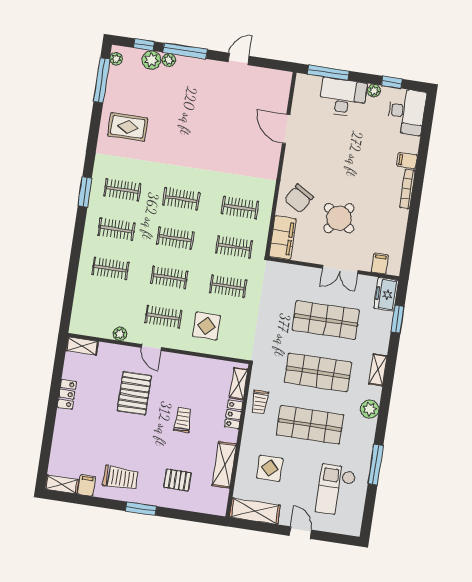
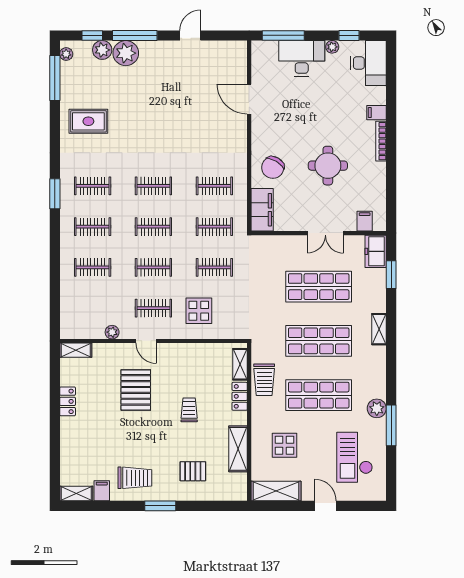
plant: (169, 60) -> (126, 53), width x1.88, depth x1.88
round table: (339, 218) -> (328, 166), moved, turned -37
trolley: (260, 402) -> (264, 380), width x1.36, depth x1.39
plant: (370, 409) -> (377, 408), moved

